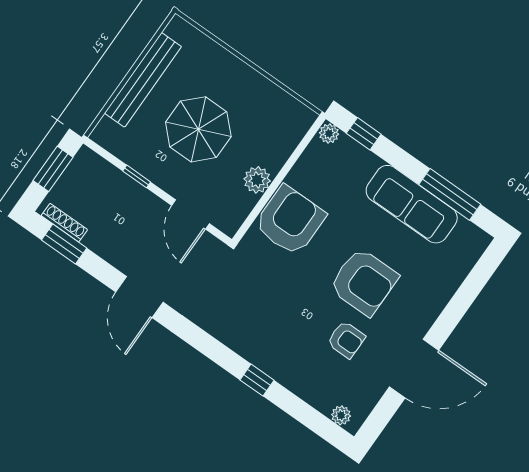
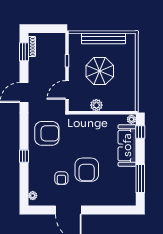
window: (53, 169) -> (48, 29), removed
sofa: (412, 204) -> (127, 145), moved
armchair: (290, 220) -> (47, 133), moved

